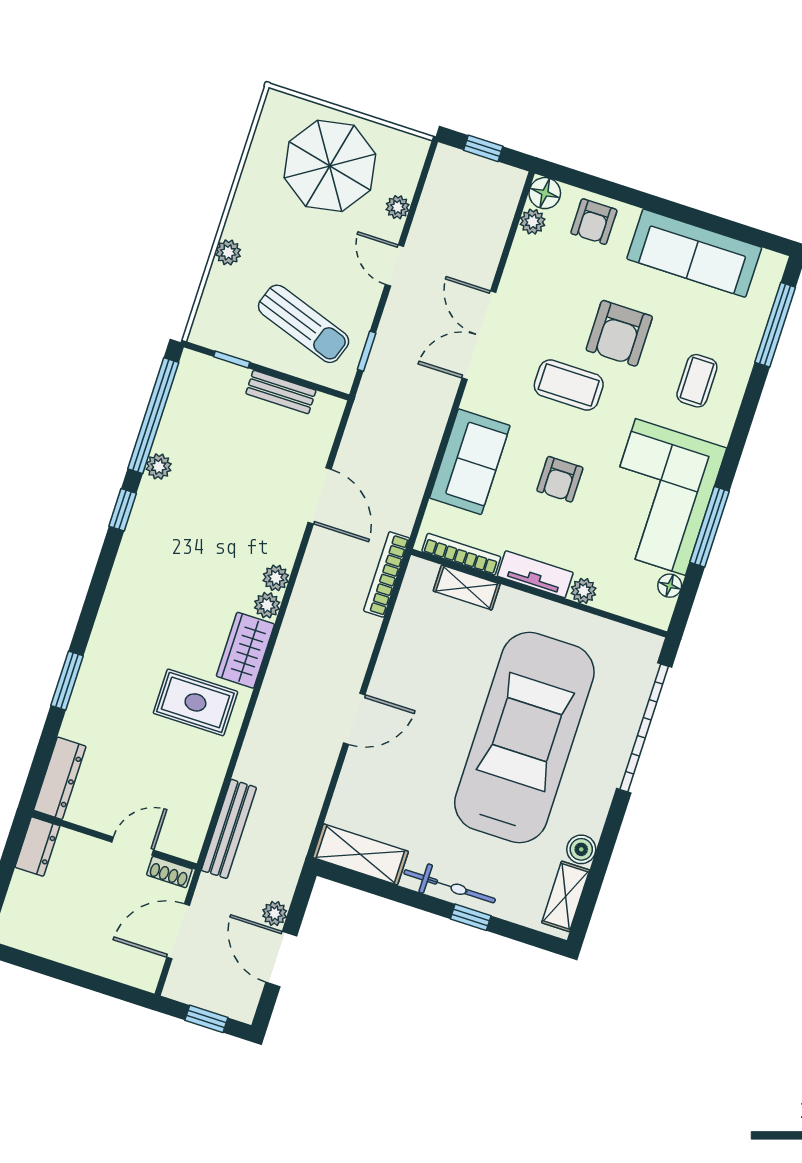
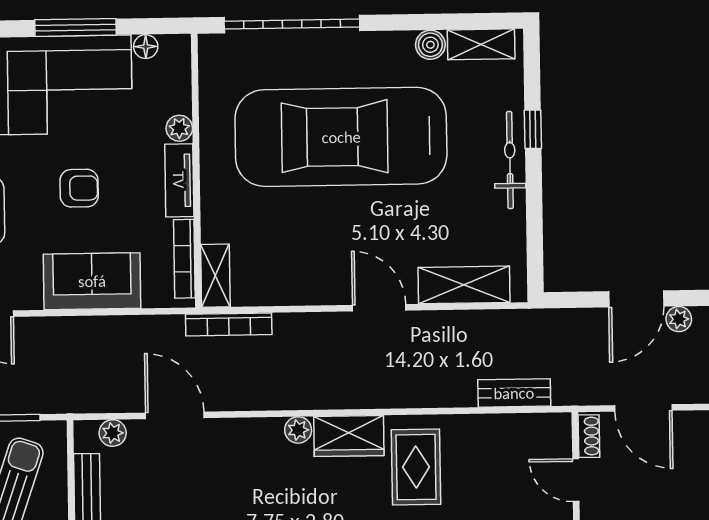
door: (320, 496) -> (175, 415), hinge flipped
plant: (276, 578) -> (113, 433), moved
shelving: (467, 588) -> (215, 276), moved
bench: (229, 829) -> (514, 393), width x0.73
shelving: (360, 854) -> (464, 285), moved, turned 90
plant: (275, 913) -> (679, 319), moved

